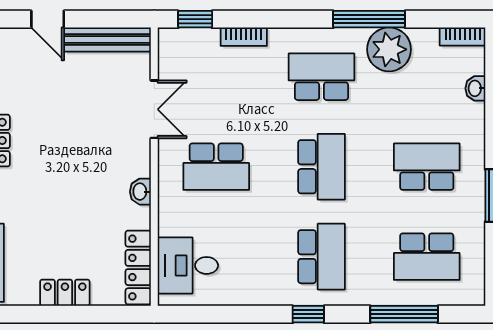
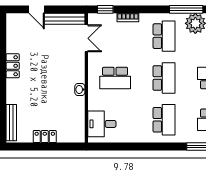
school desk: (321, 77) -> (164, 36), turned 90
double door: (154, 109) -> (86, 38), moved
locker: (138, 267) -> (79, 125), removed
window: (308, 314) -> (158, 147), removed

